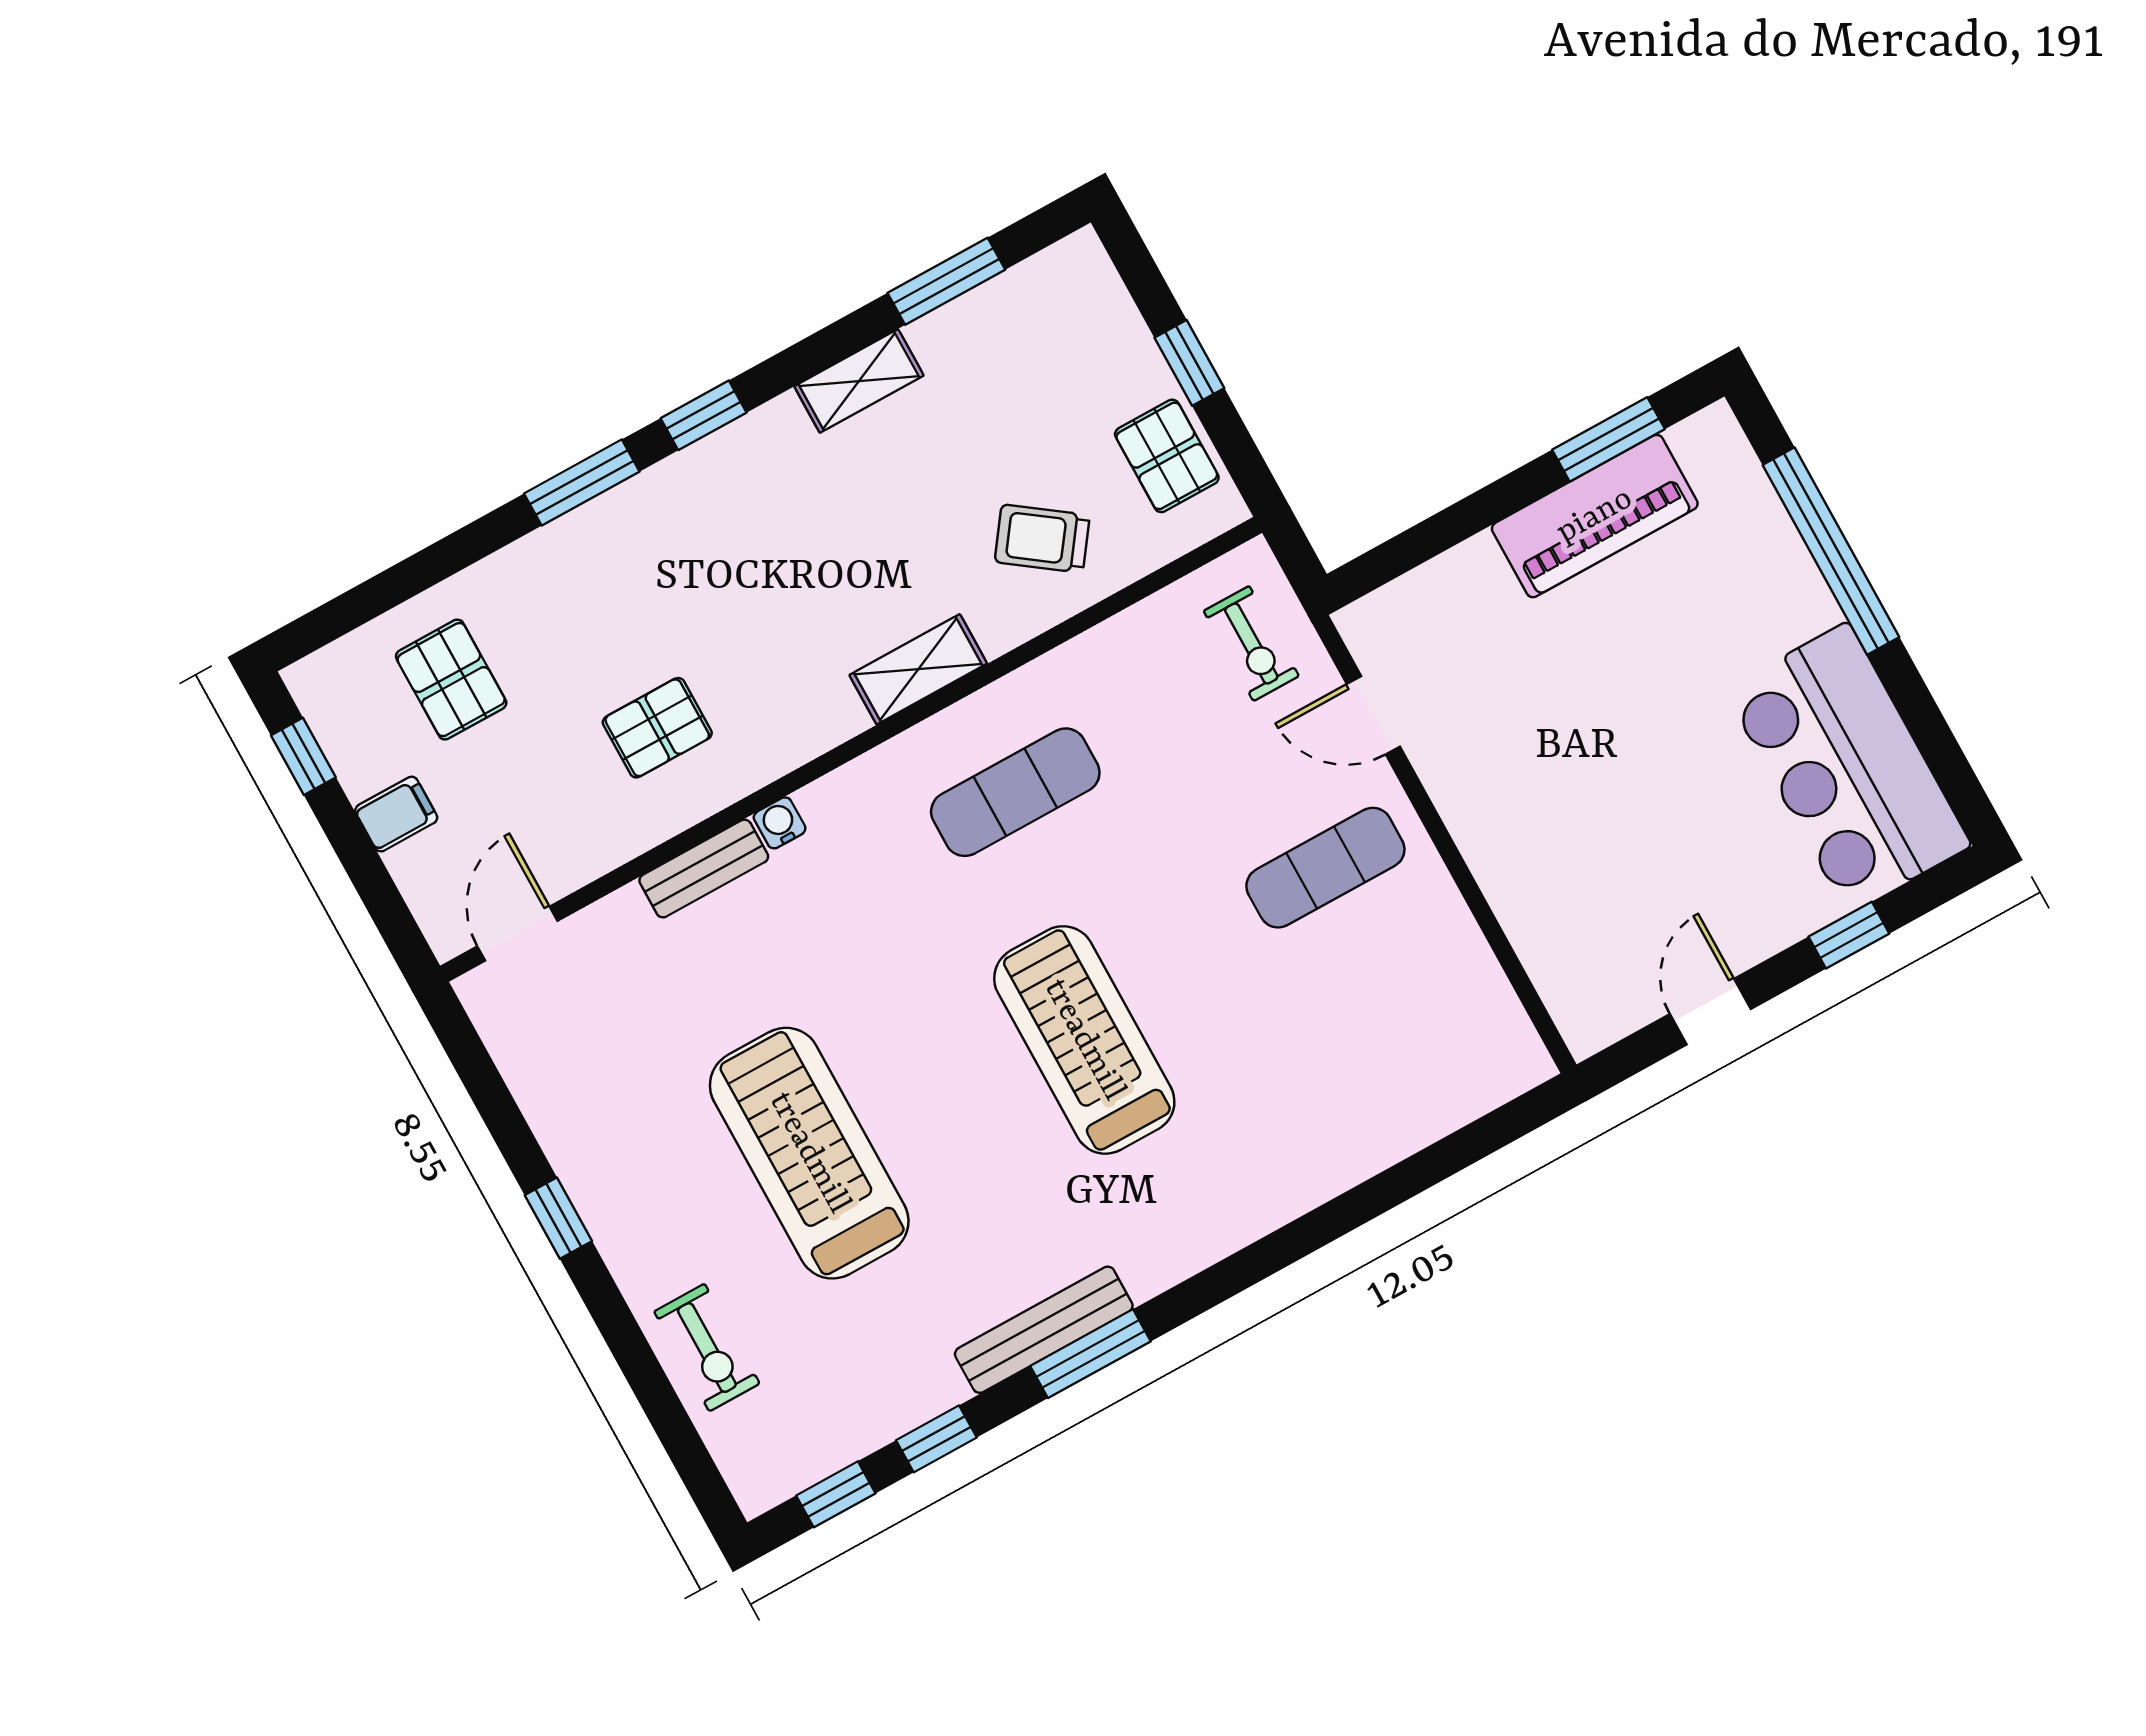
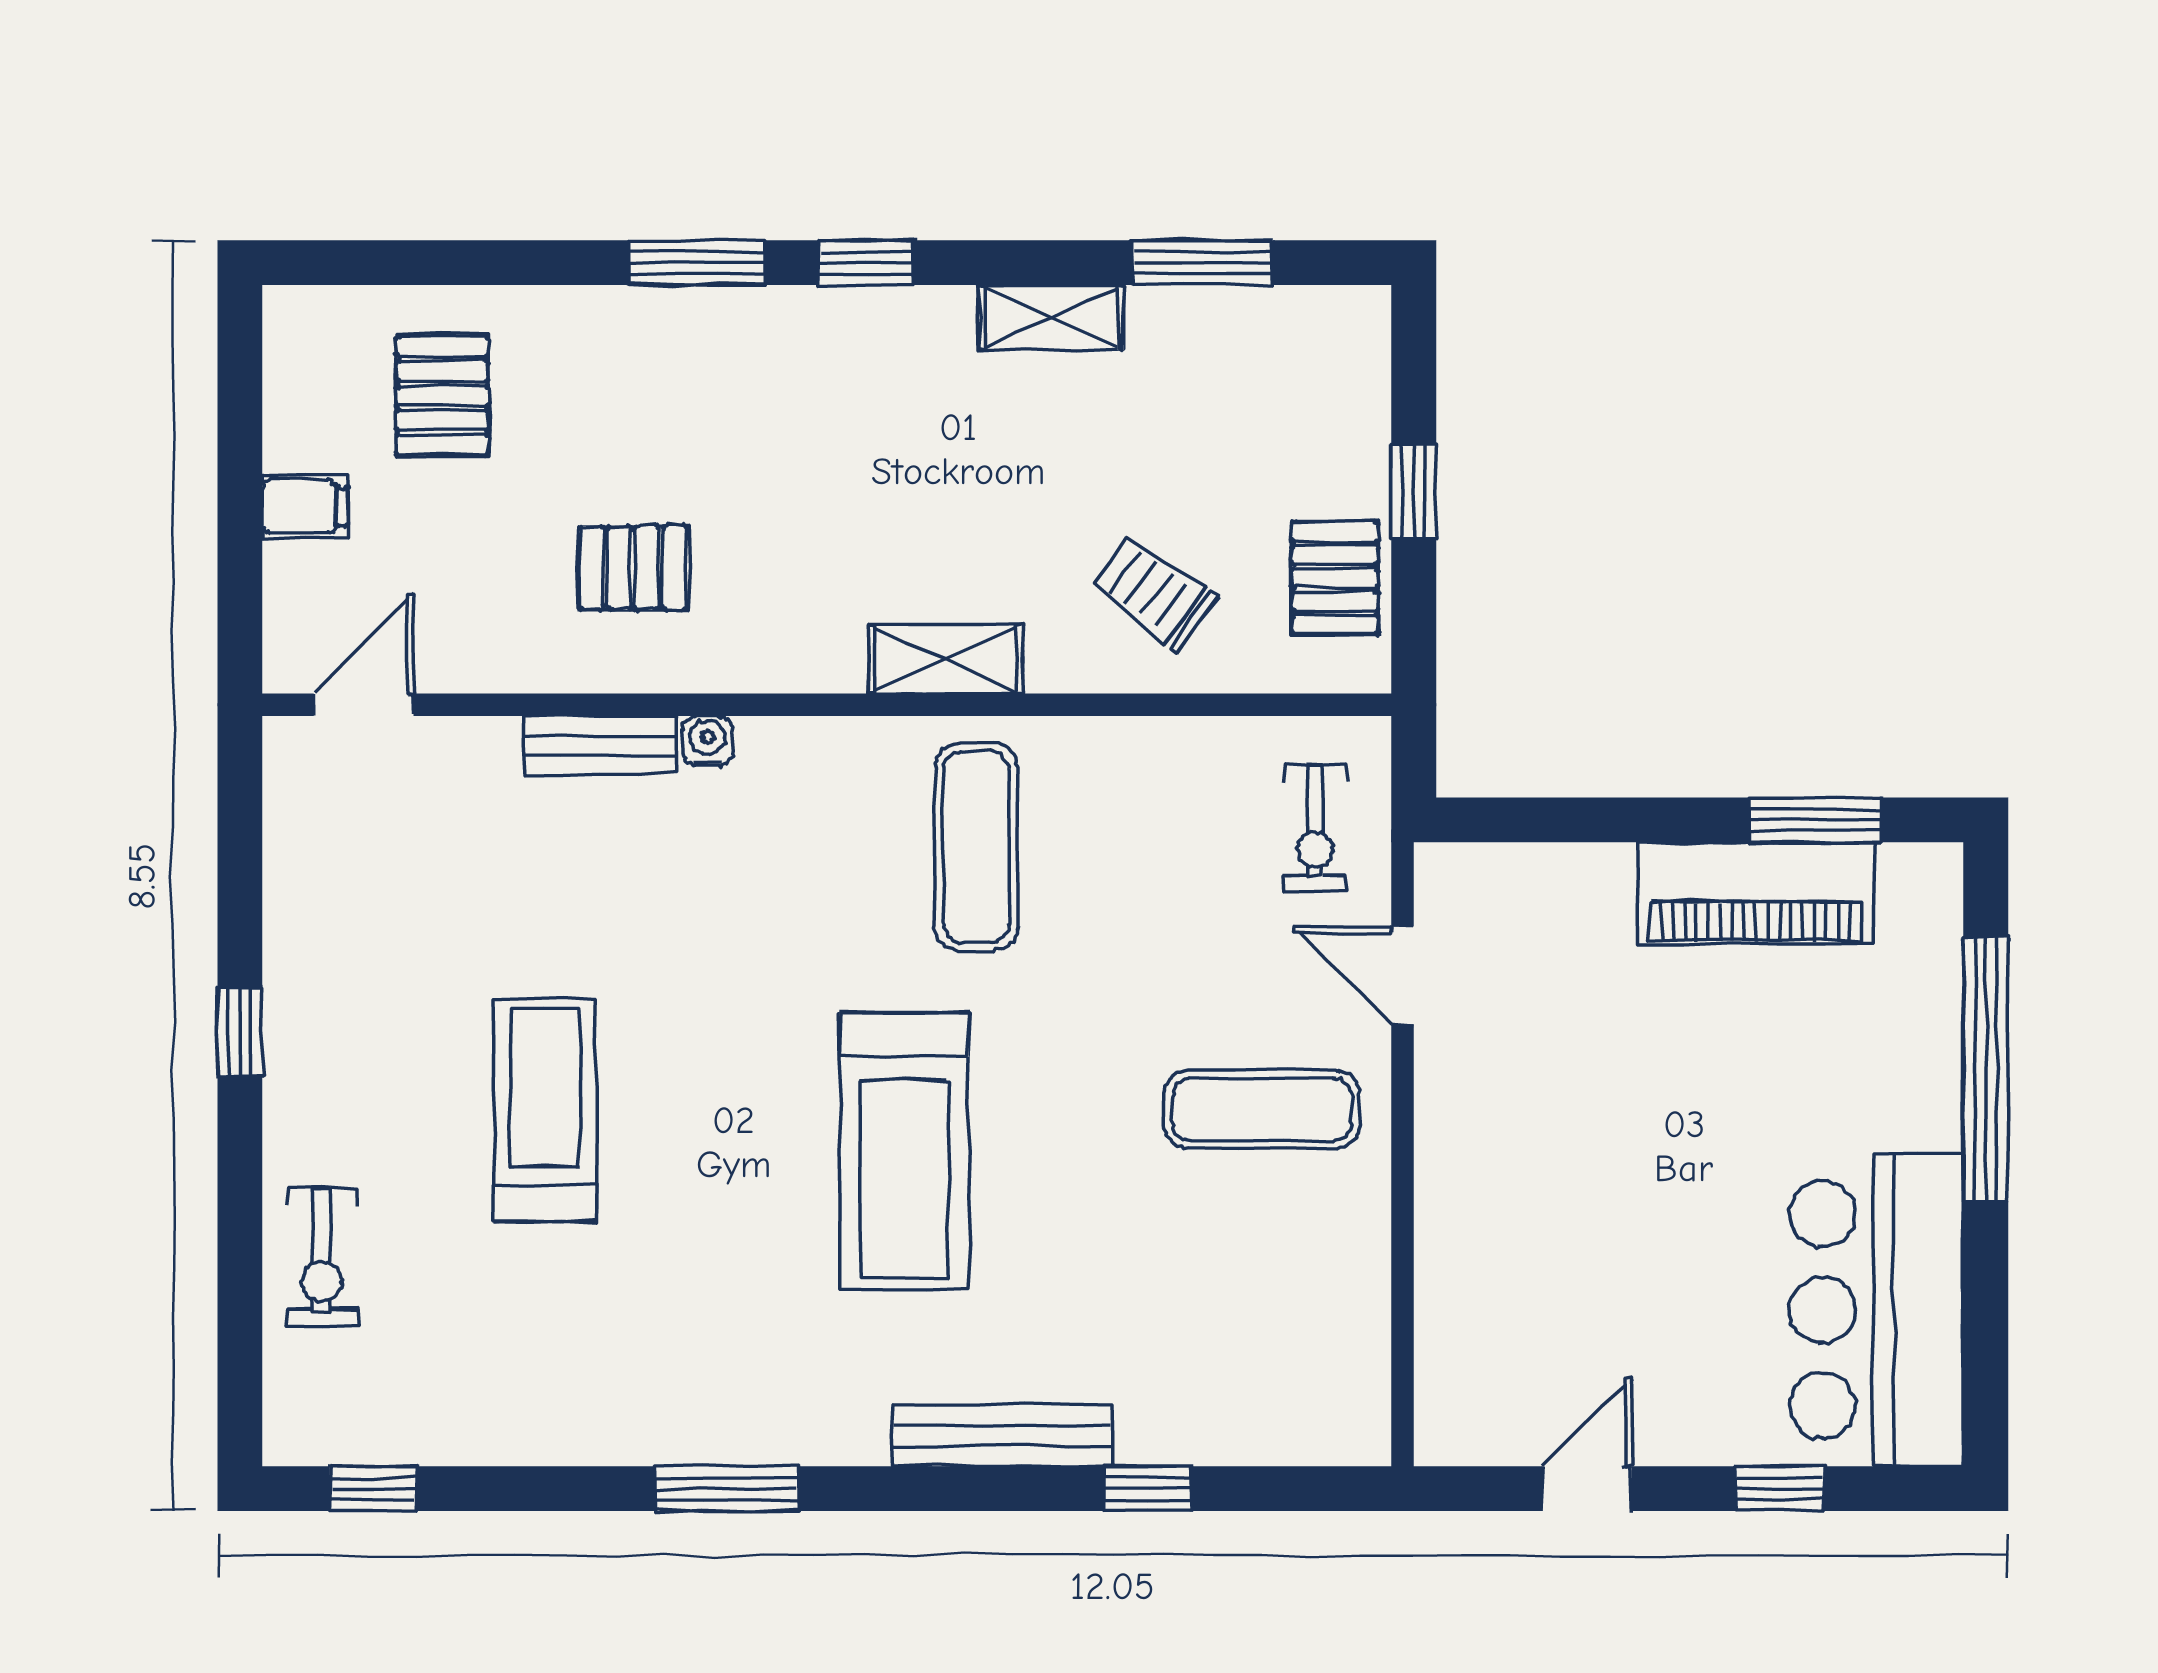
window: (303, 756) -> (240, 391), removed
exercise mat: (1015, 792) -> (976, 847), turned 90
treadmill: (1084, 1040) -> (904, 1151), turned 180
treadmill: (809, 1153) -> (545, 1110), width x0.73, depth x0.73
bench: (1044, 1330) -> (1003, 1436), moved
window: (936, 1439) -> (1148, 1489), moved

